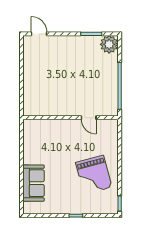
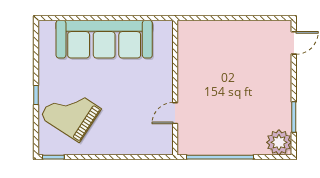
grand piano: (94, 175) -> (71, 113), moved, turned 48
sofa: (34, 183) -> (104, 39), width x1.85, depth x1.27

